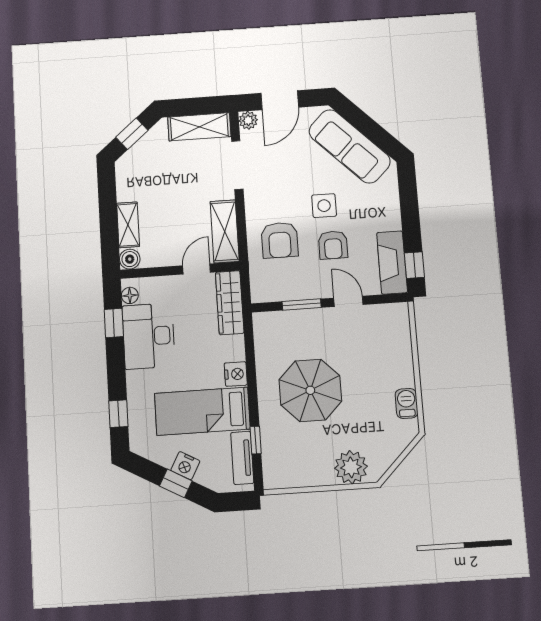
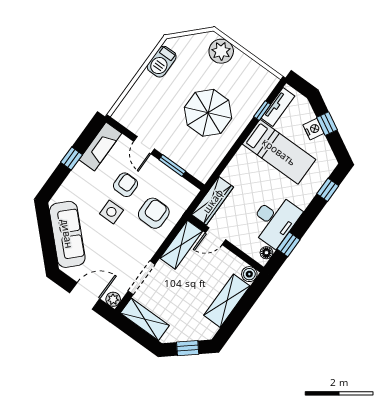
shelving: (128, 225) -> (227, 301), width x1.50, depth x1.33
window: (414, 265) -> (71, 158), moved
nightstand: (236, 374) -> (243, 157), removed
barbecue: (407, 403) -> (162, 62), width x1.38, depth x1.27

